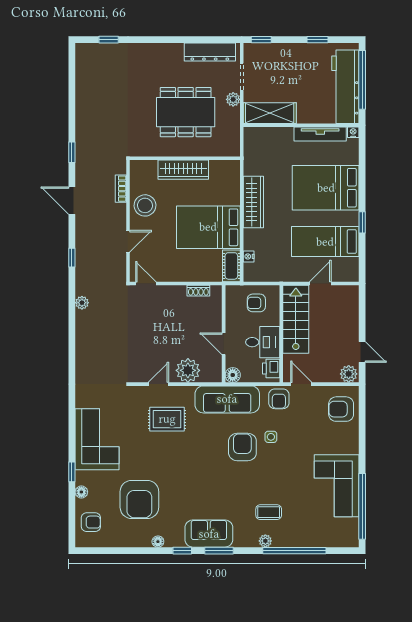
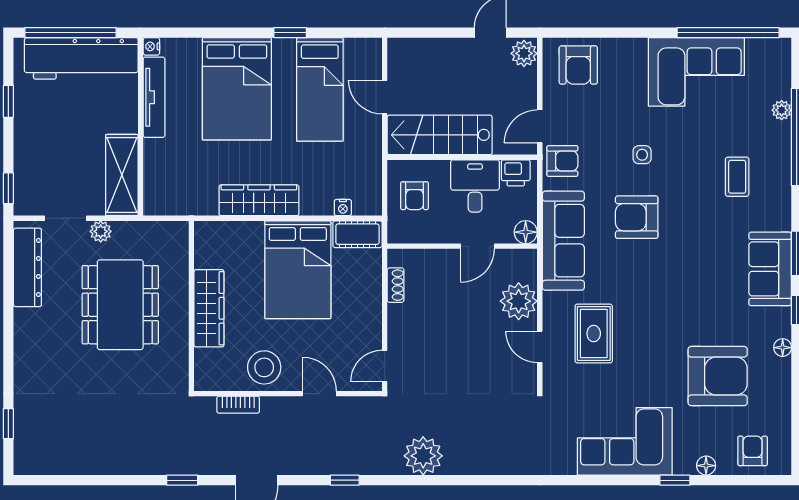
plant: (82, 303) -> (423, 456), width x1.87, depth x1.87
side table: (271, 437) -> (642, 155), moved
plant: (265, 541) -> (782, 110), moved

